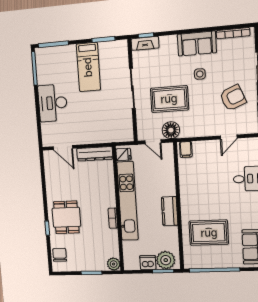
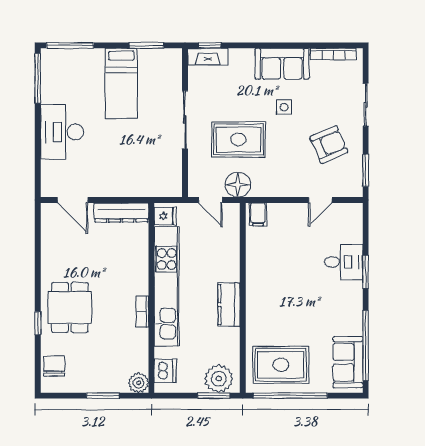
rug: (209, 233) -> (281, 365), moved
dishwasher: (148, 263) -> (165, 371), moved, turned 90

